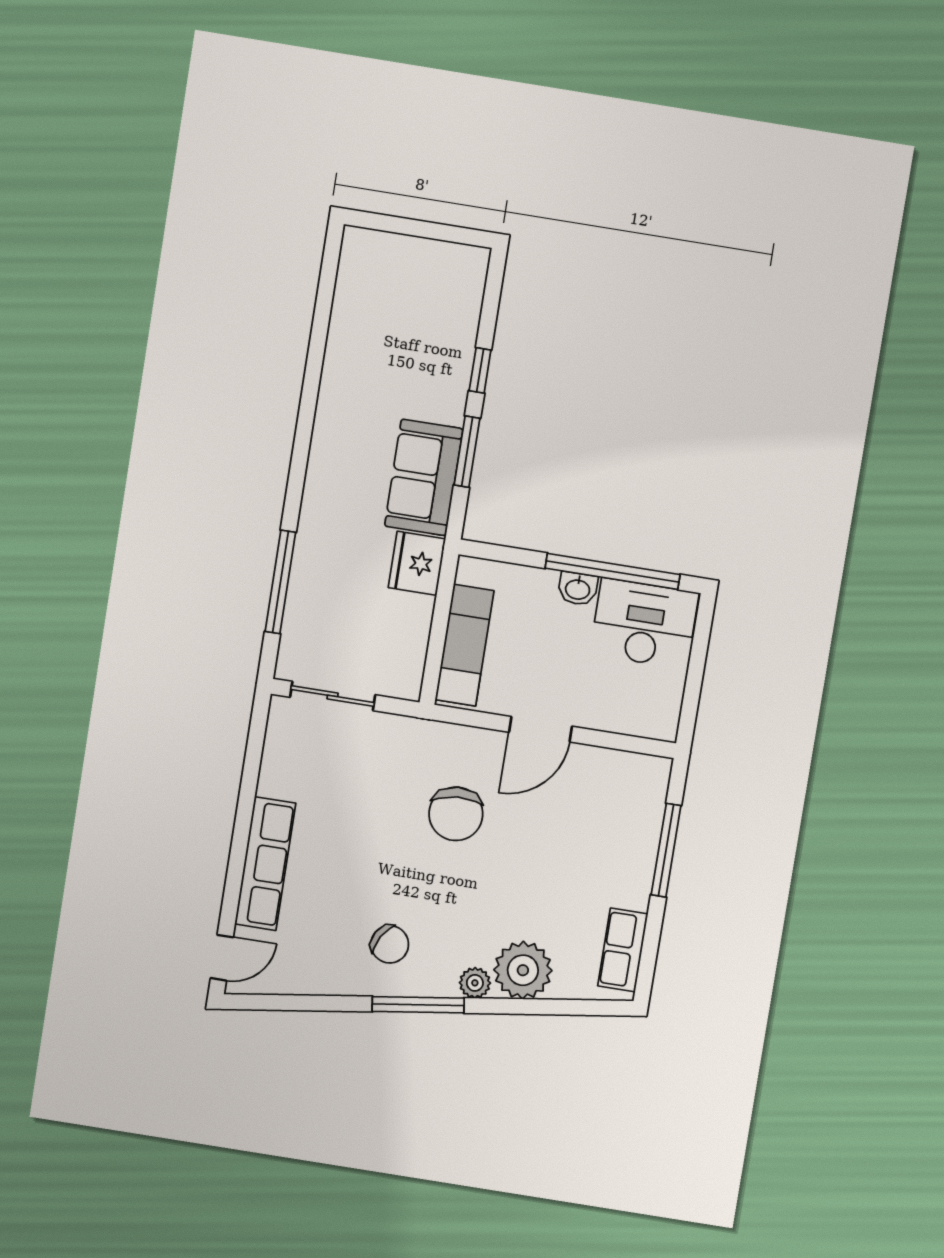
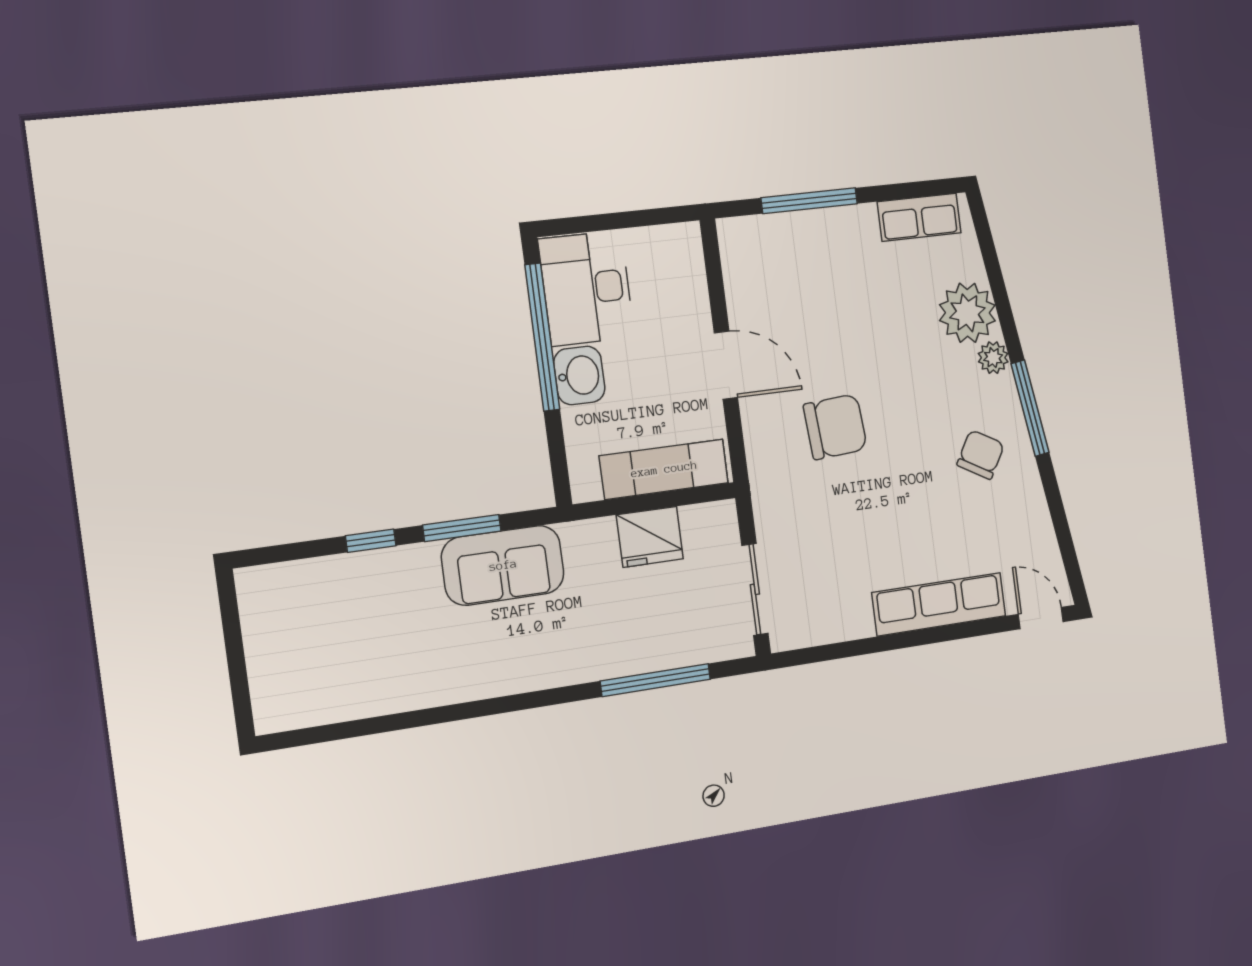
fridge: (417, 563) -> (650, 537), moved
washbasin: (578, 589) -> (579, 375), width x1.38, depth x1.45

